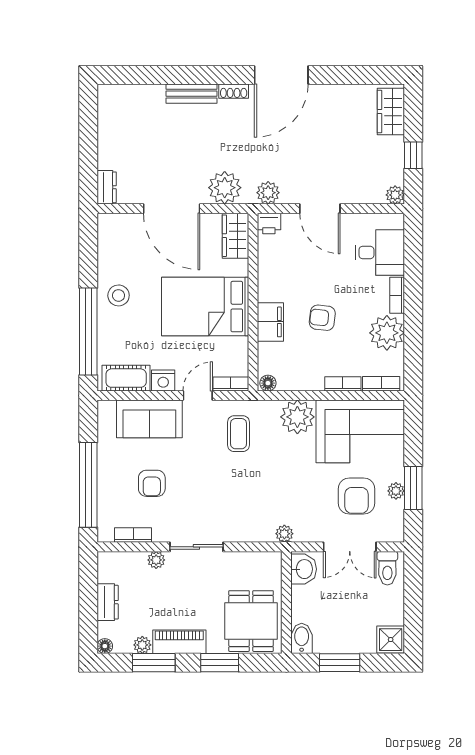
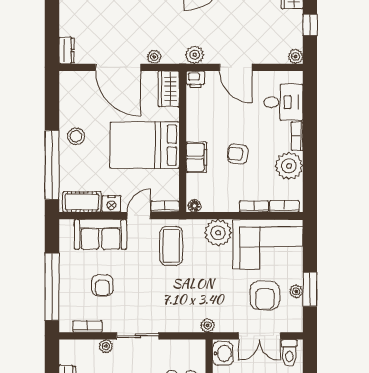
plant: (225, 188) -> (154, 57), width x0.53, depth x0.53
coffee table: (238, 434) -> (171, 246), width x1.36, depth x1.30

